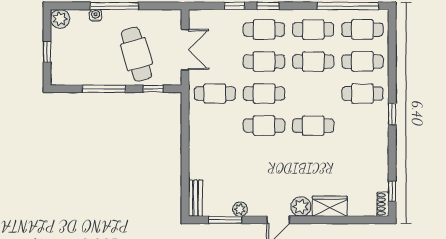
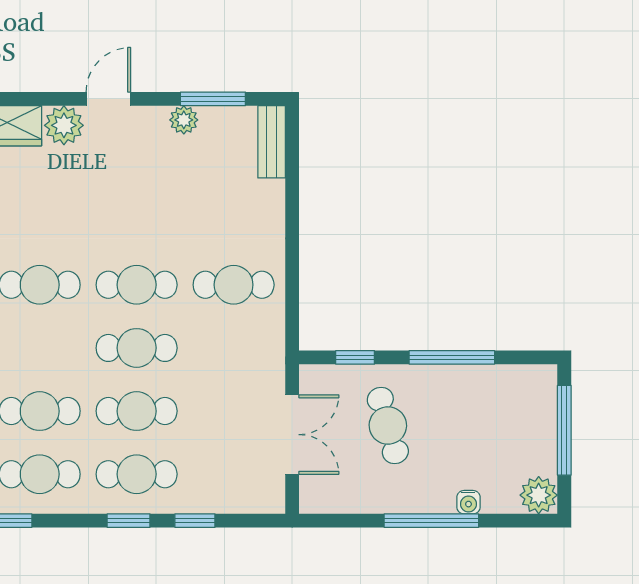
double door: (185, 50) -> (292, 435), swing flipped
window: (47, 52) -> (564, 430), width x2.17
cafe table: (137, 54) -> (388, 425), width x0.73, depth x0.74
cafe table: (215, 94) -> (234, 285), moved

